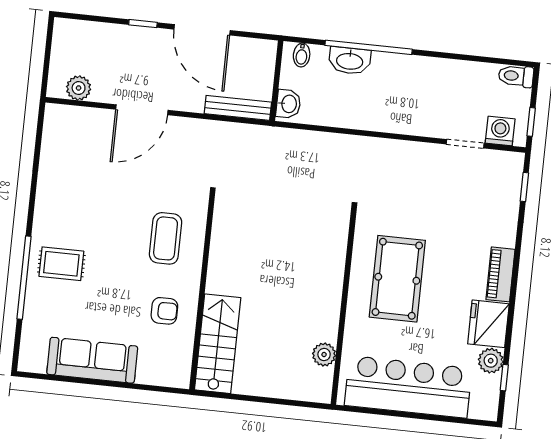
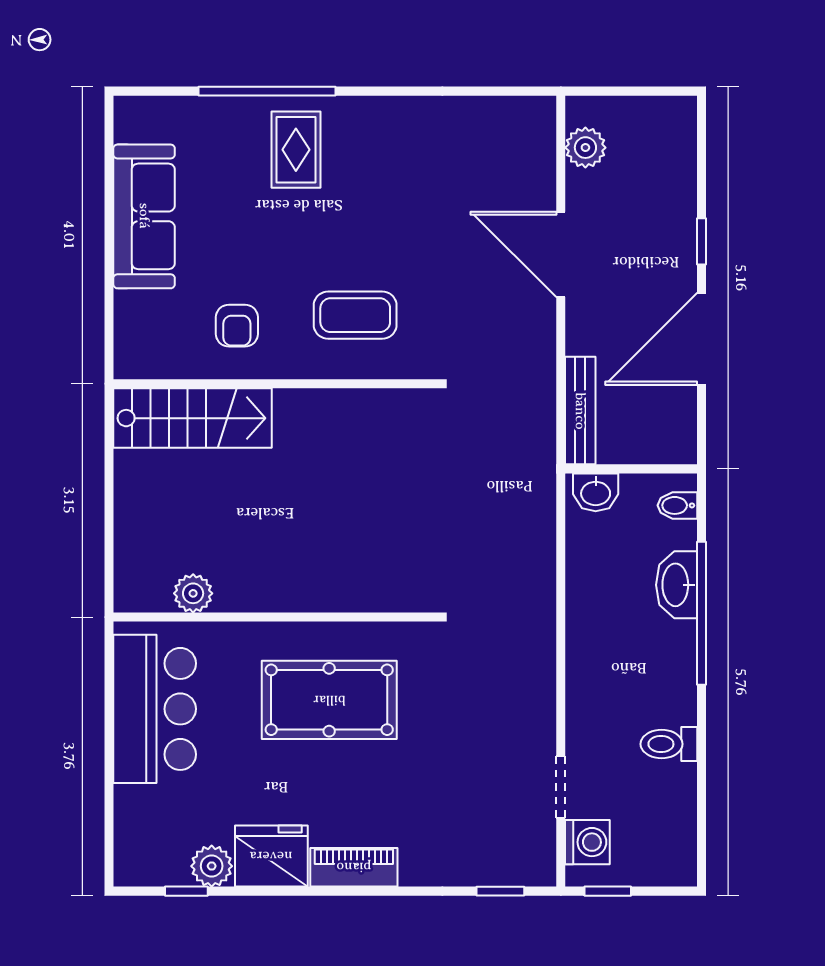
toilet: (516, 76) -> (669, 744), moved, turned -90
bar counter: (408, 387) -> (155, 709), width x0.73

